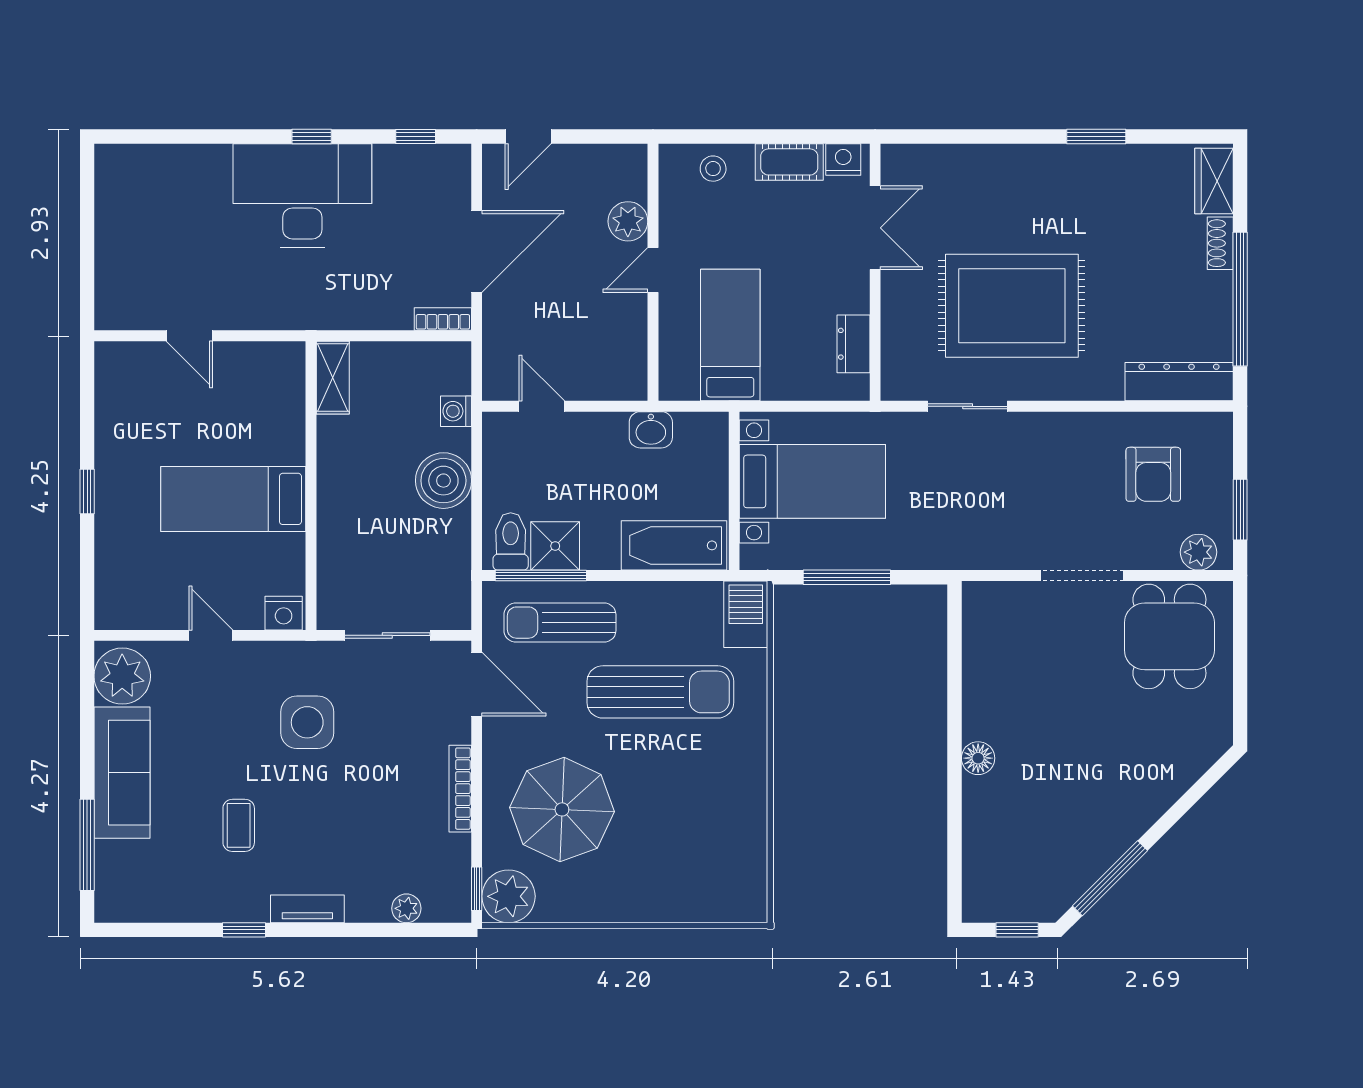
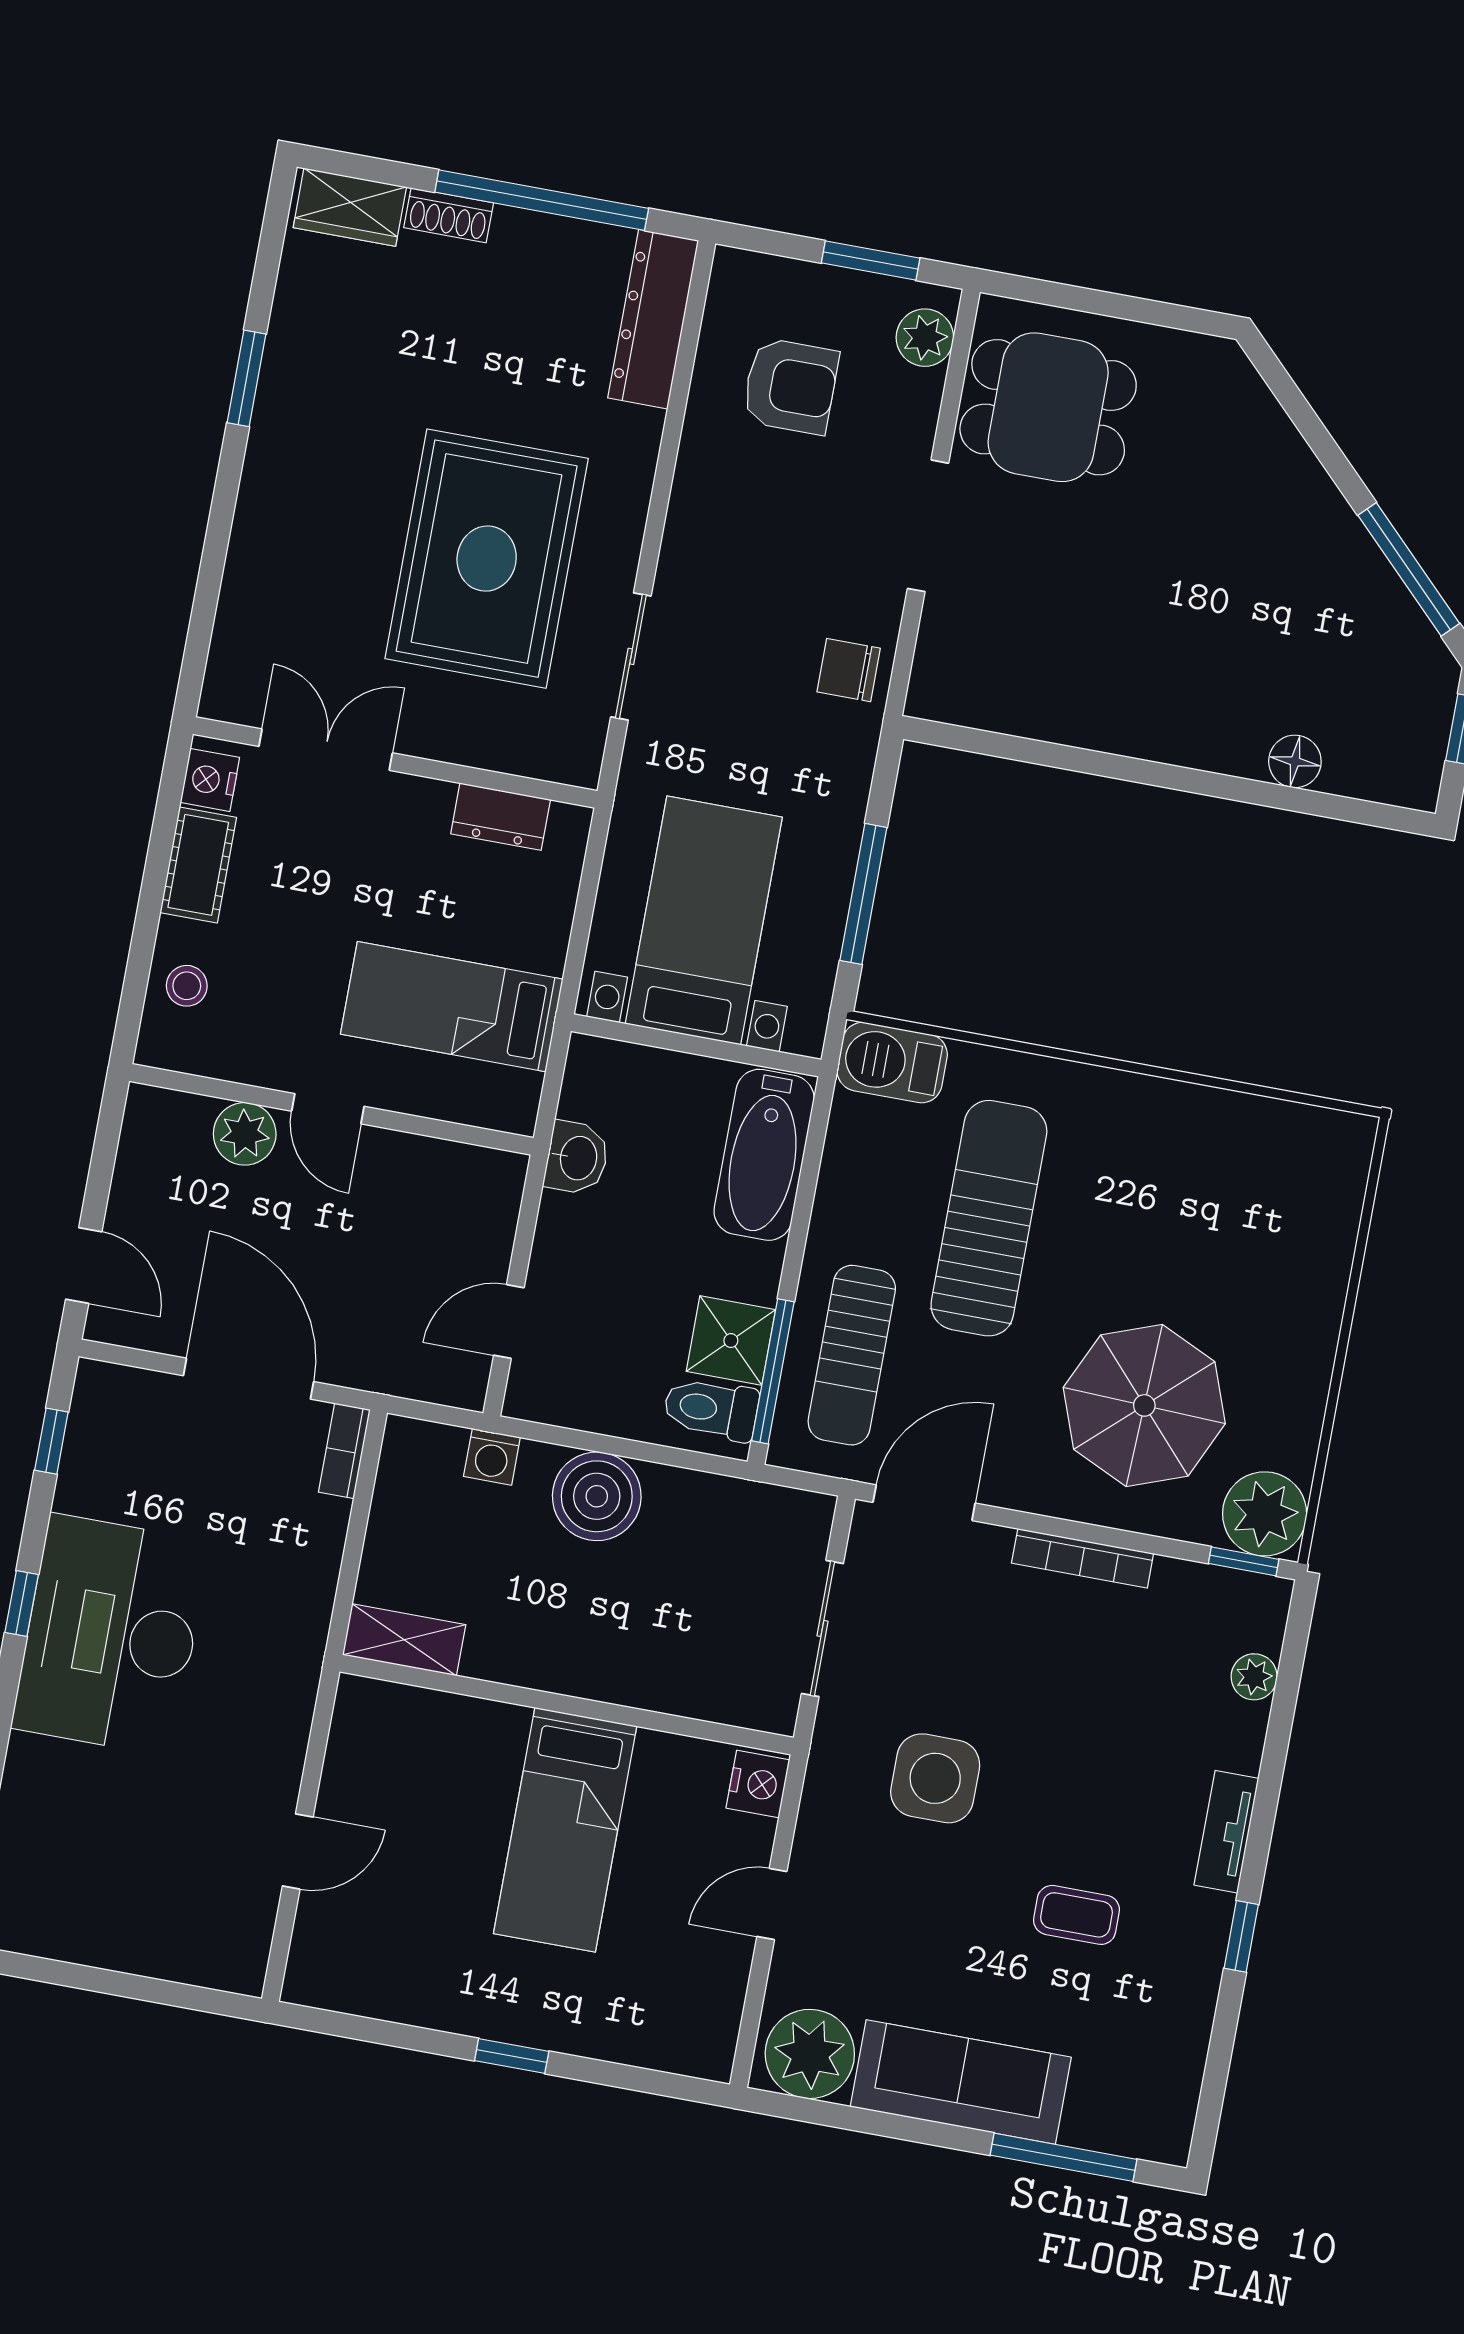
chair: (984, 543) -> (849, 670), added
floor lamp: (978, 758) -> (1295, 761), moved

